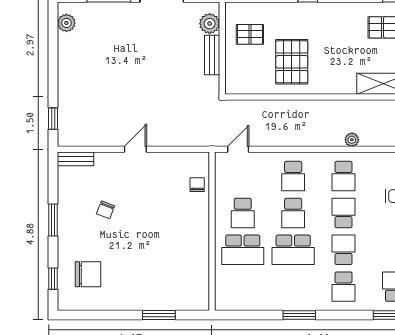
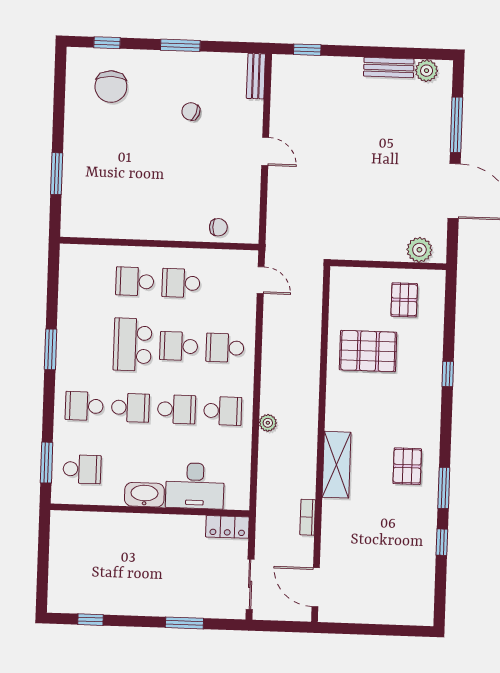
bench: (212, 55) -> (389, 68), moved
school desk: (344, 176) -> (223, 411), turned 180
school desk: (243, 250) -> (135, 281), width x0.54

